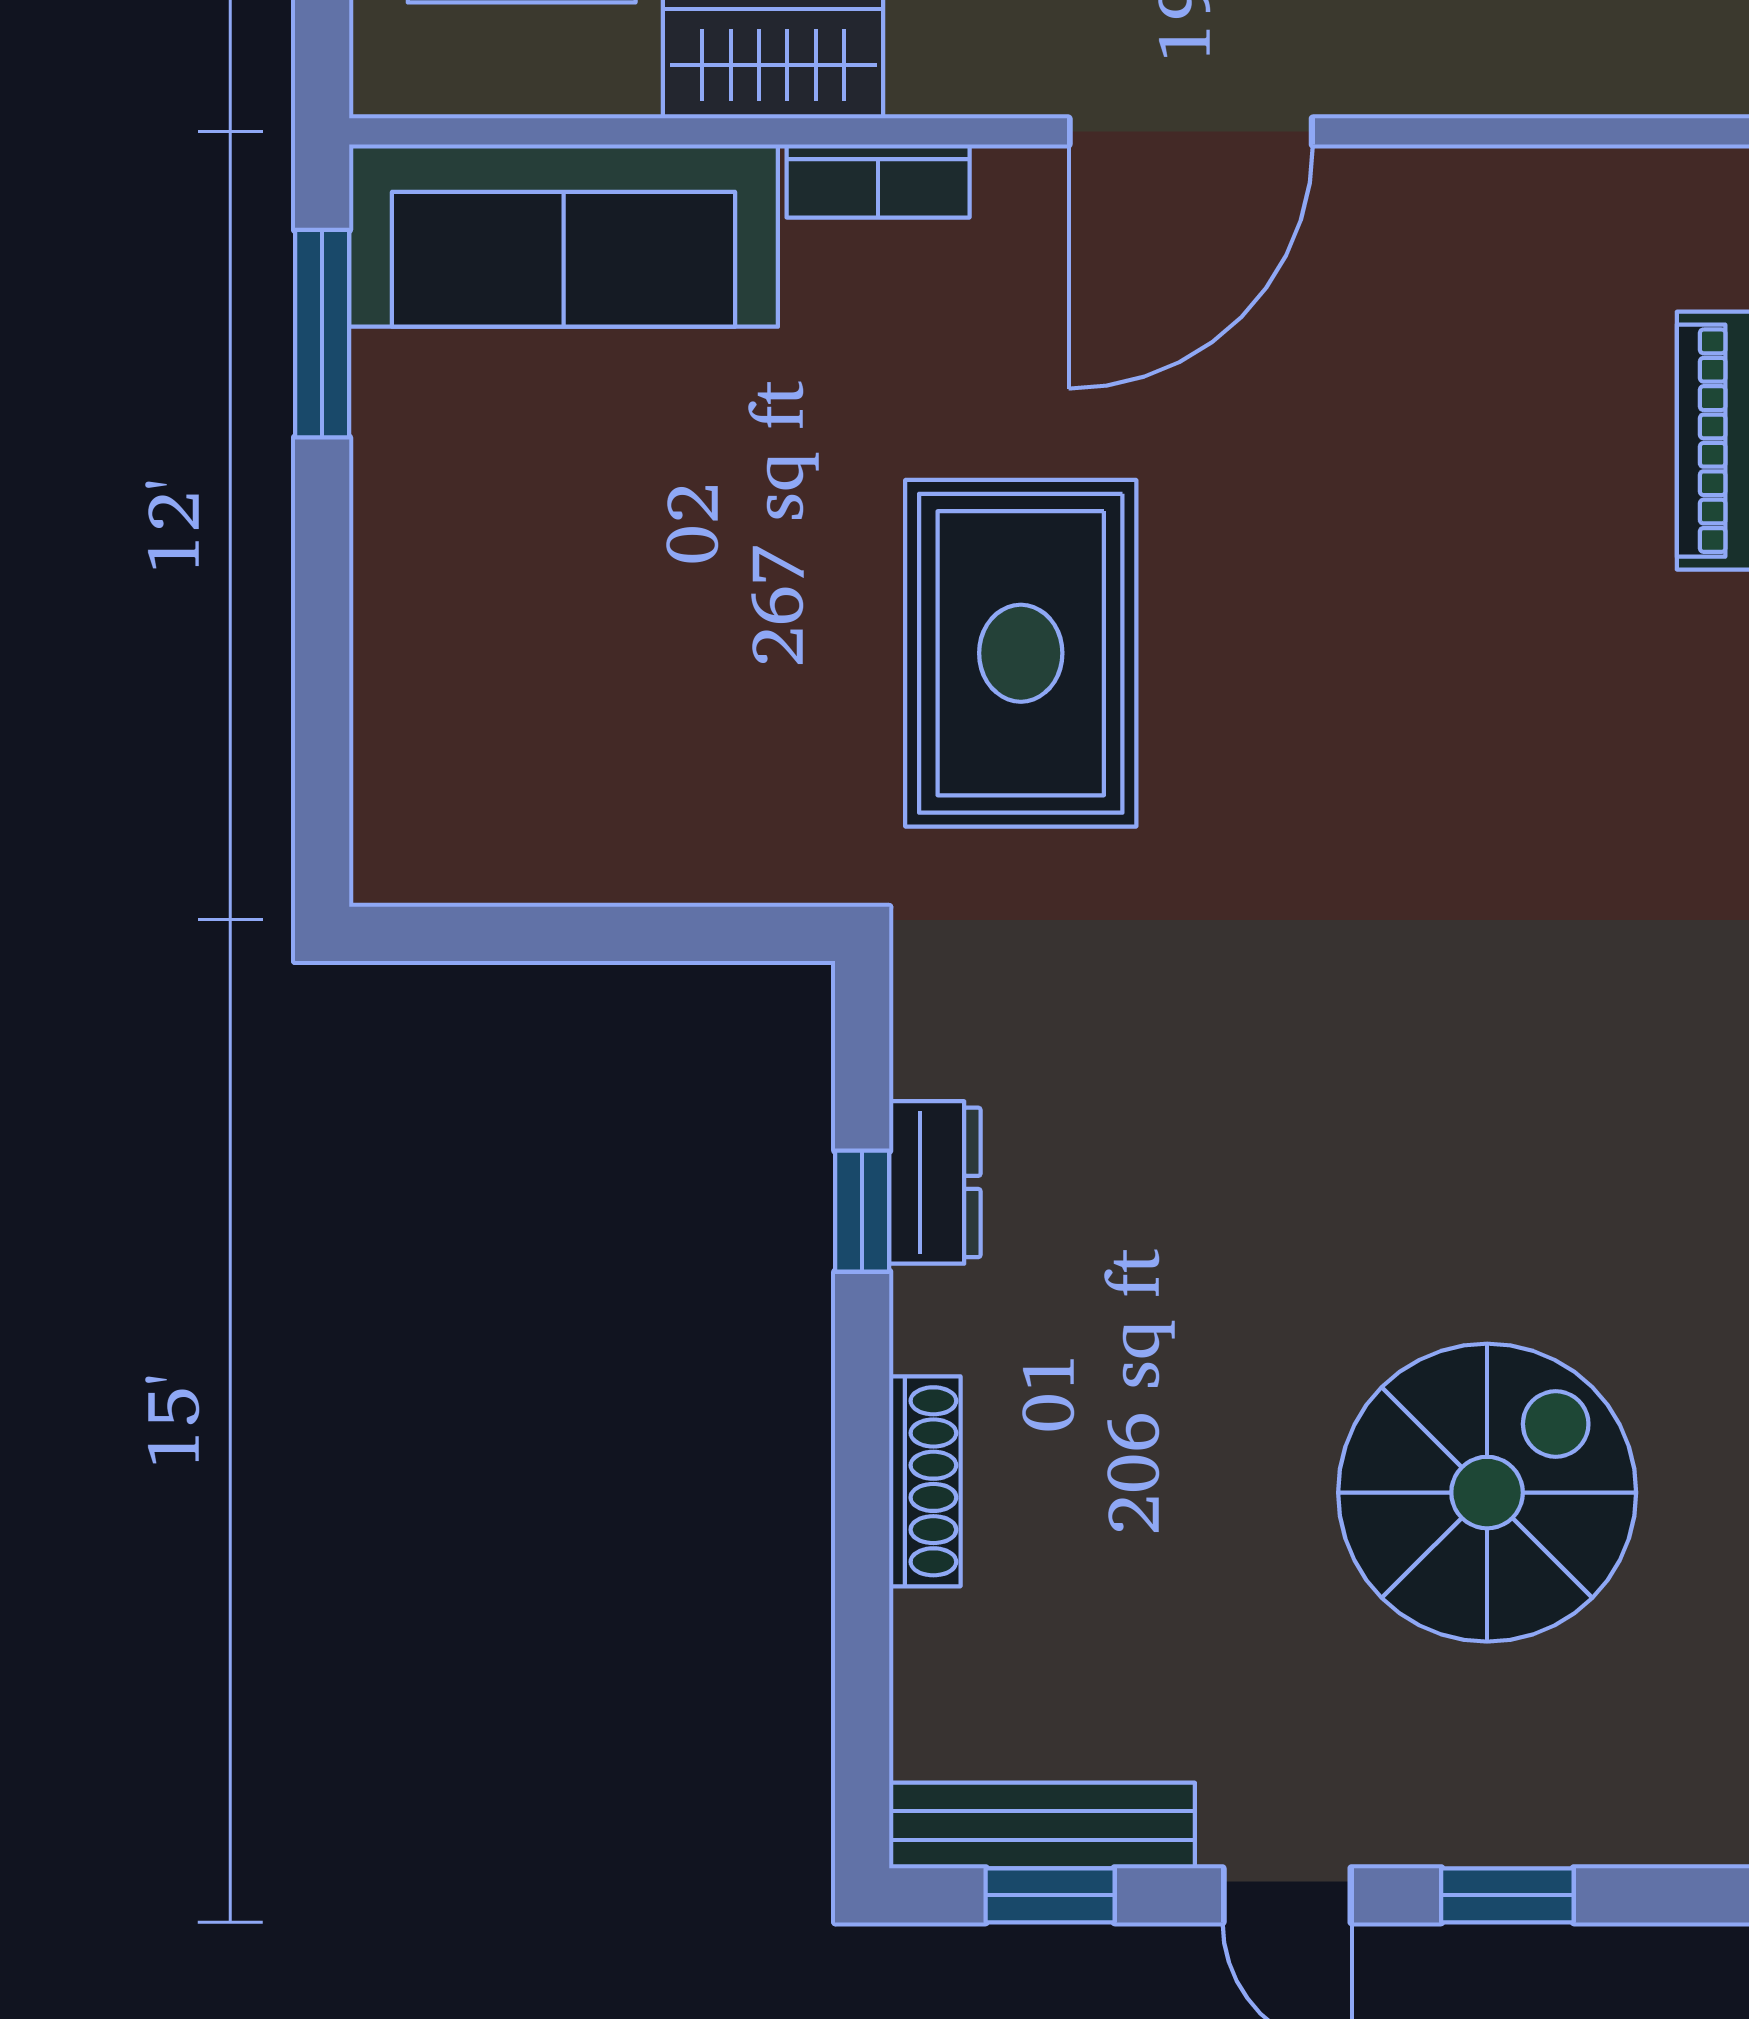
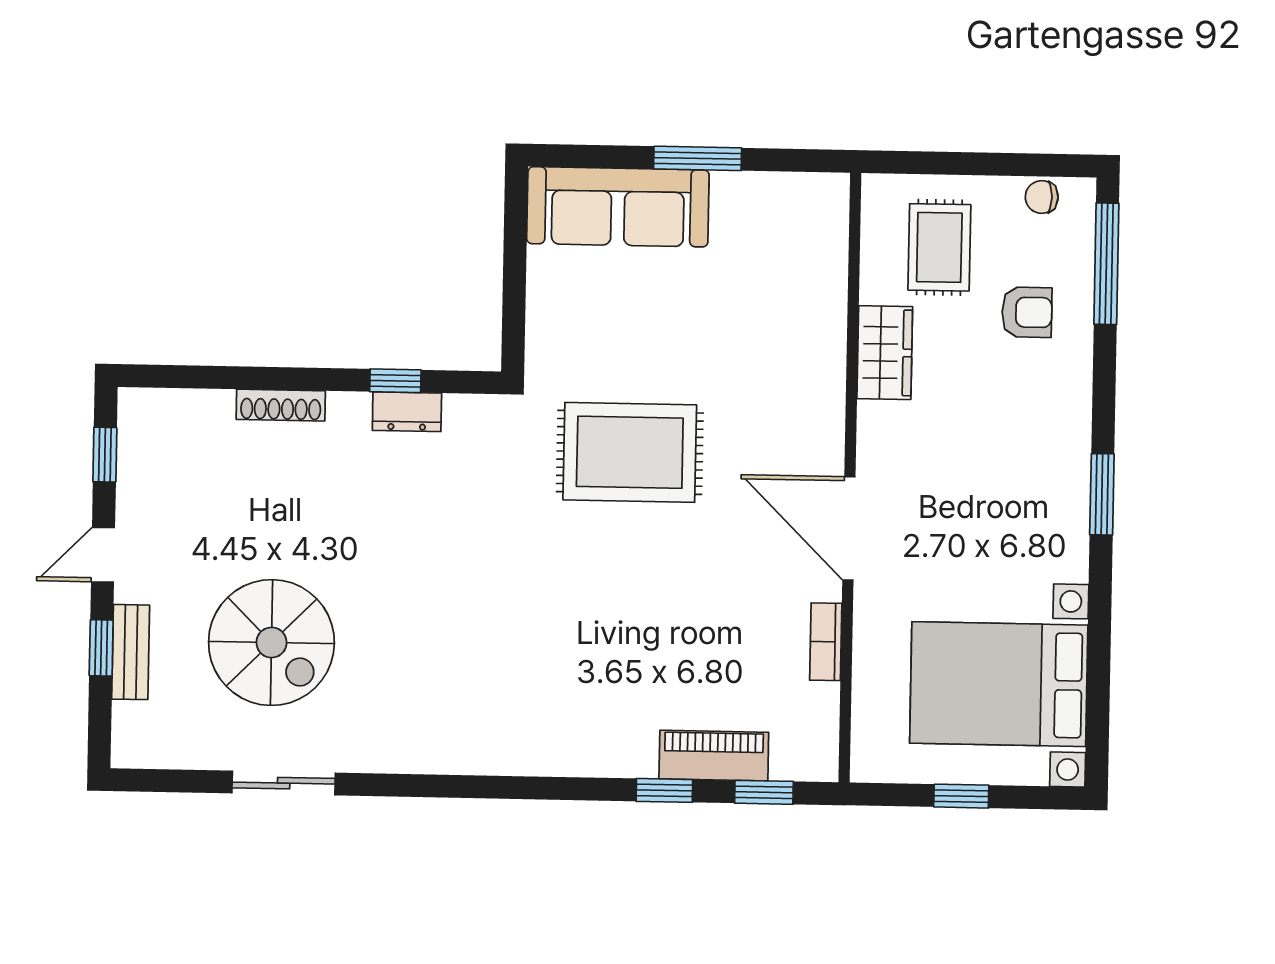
bookcase: (878, 181) -> (826, 642), moved
sofa: (564, 236) -> (618, 207), moved, turned -90
window: (322, 334) -> (698, 158), moved
bench: (1042, 1826) -> (131, 652), moved, width x0.73

